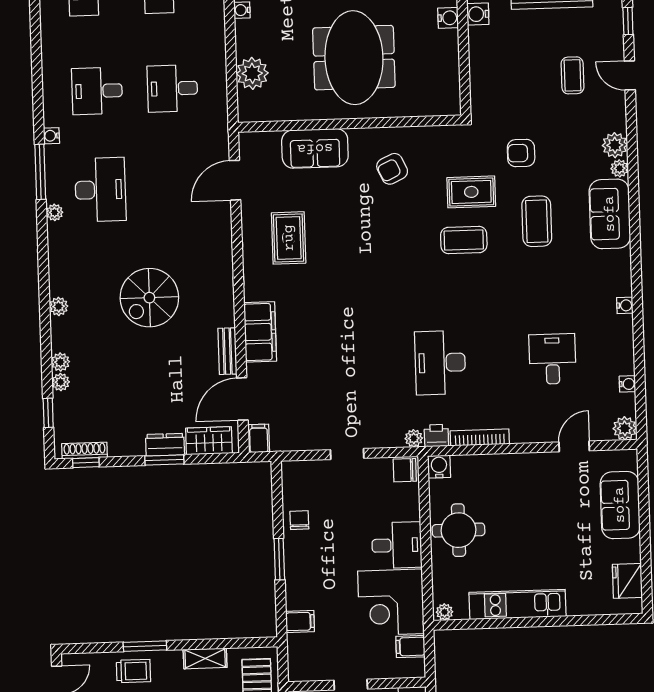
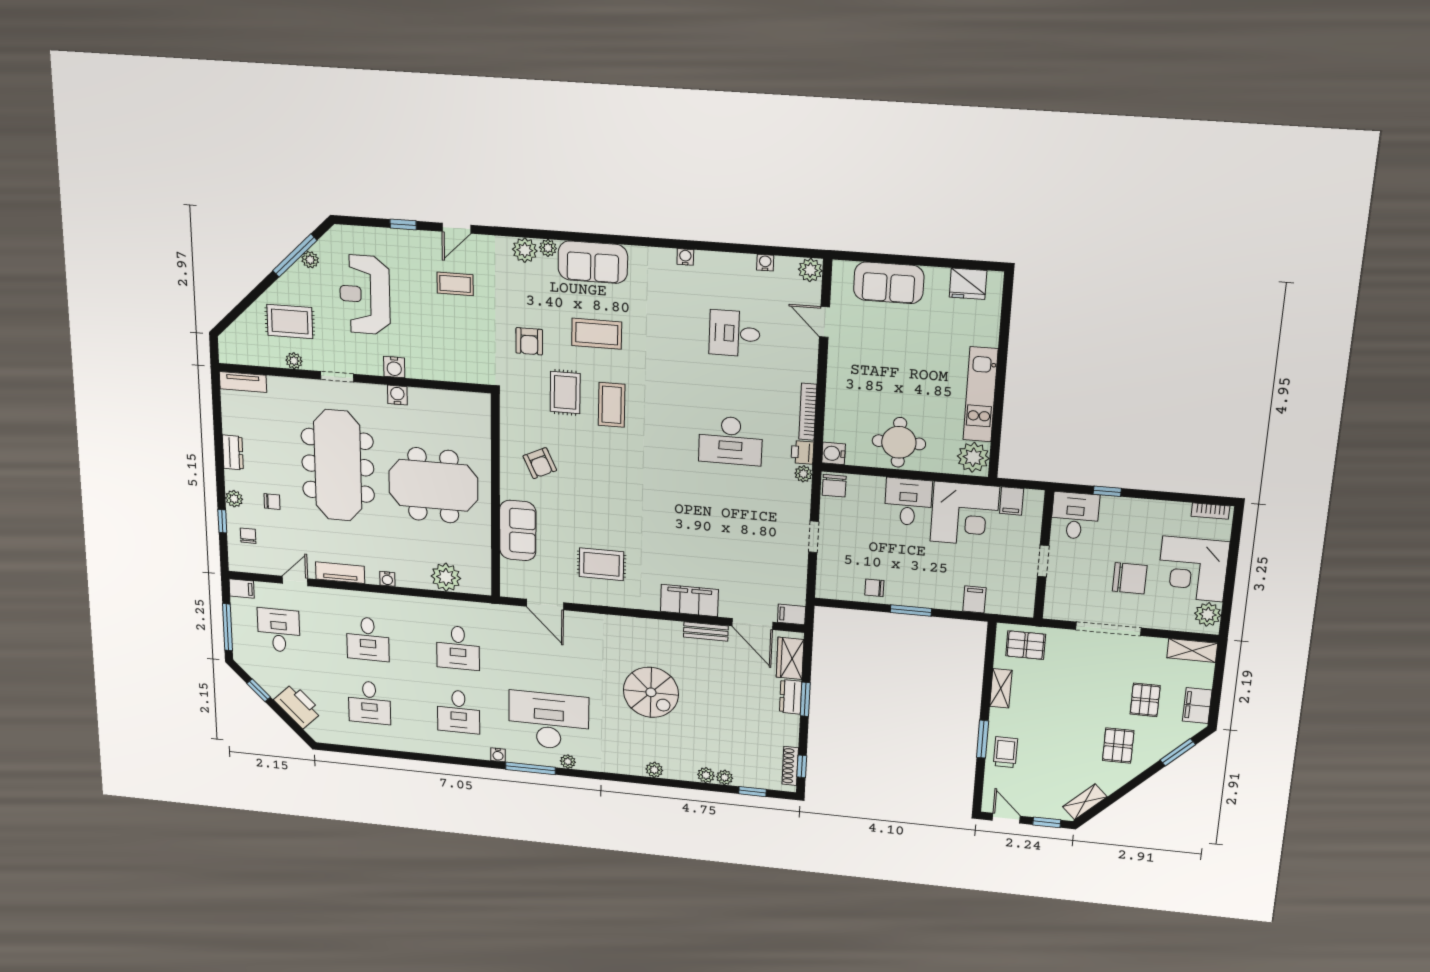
desk: (100, 190) -> (549, 721), width x1.36, depth x1.30
plant: (445, 612) -> (973, 457), width x1.87, depth x1.87

